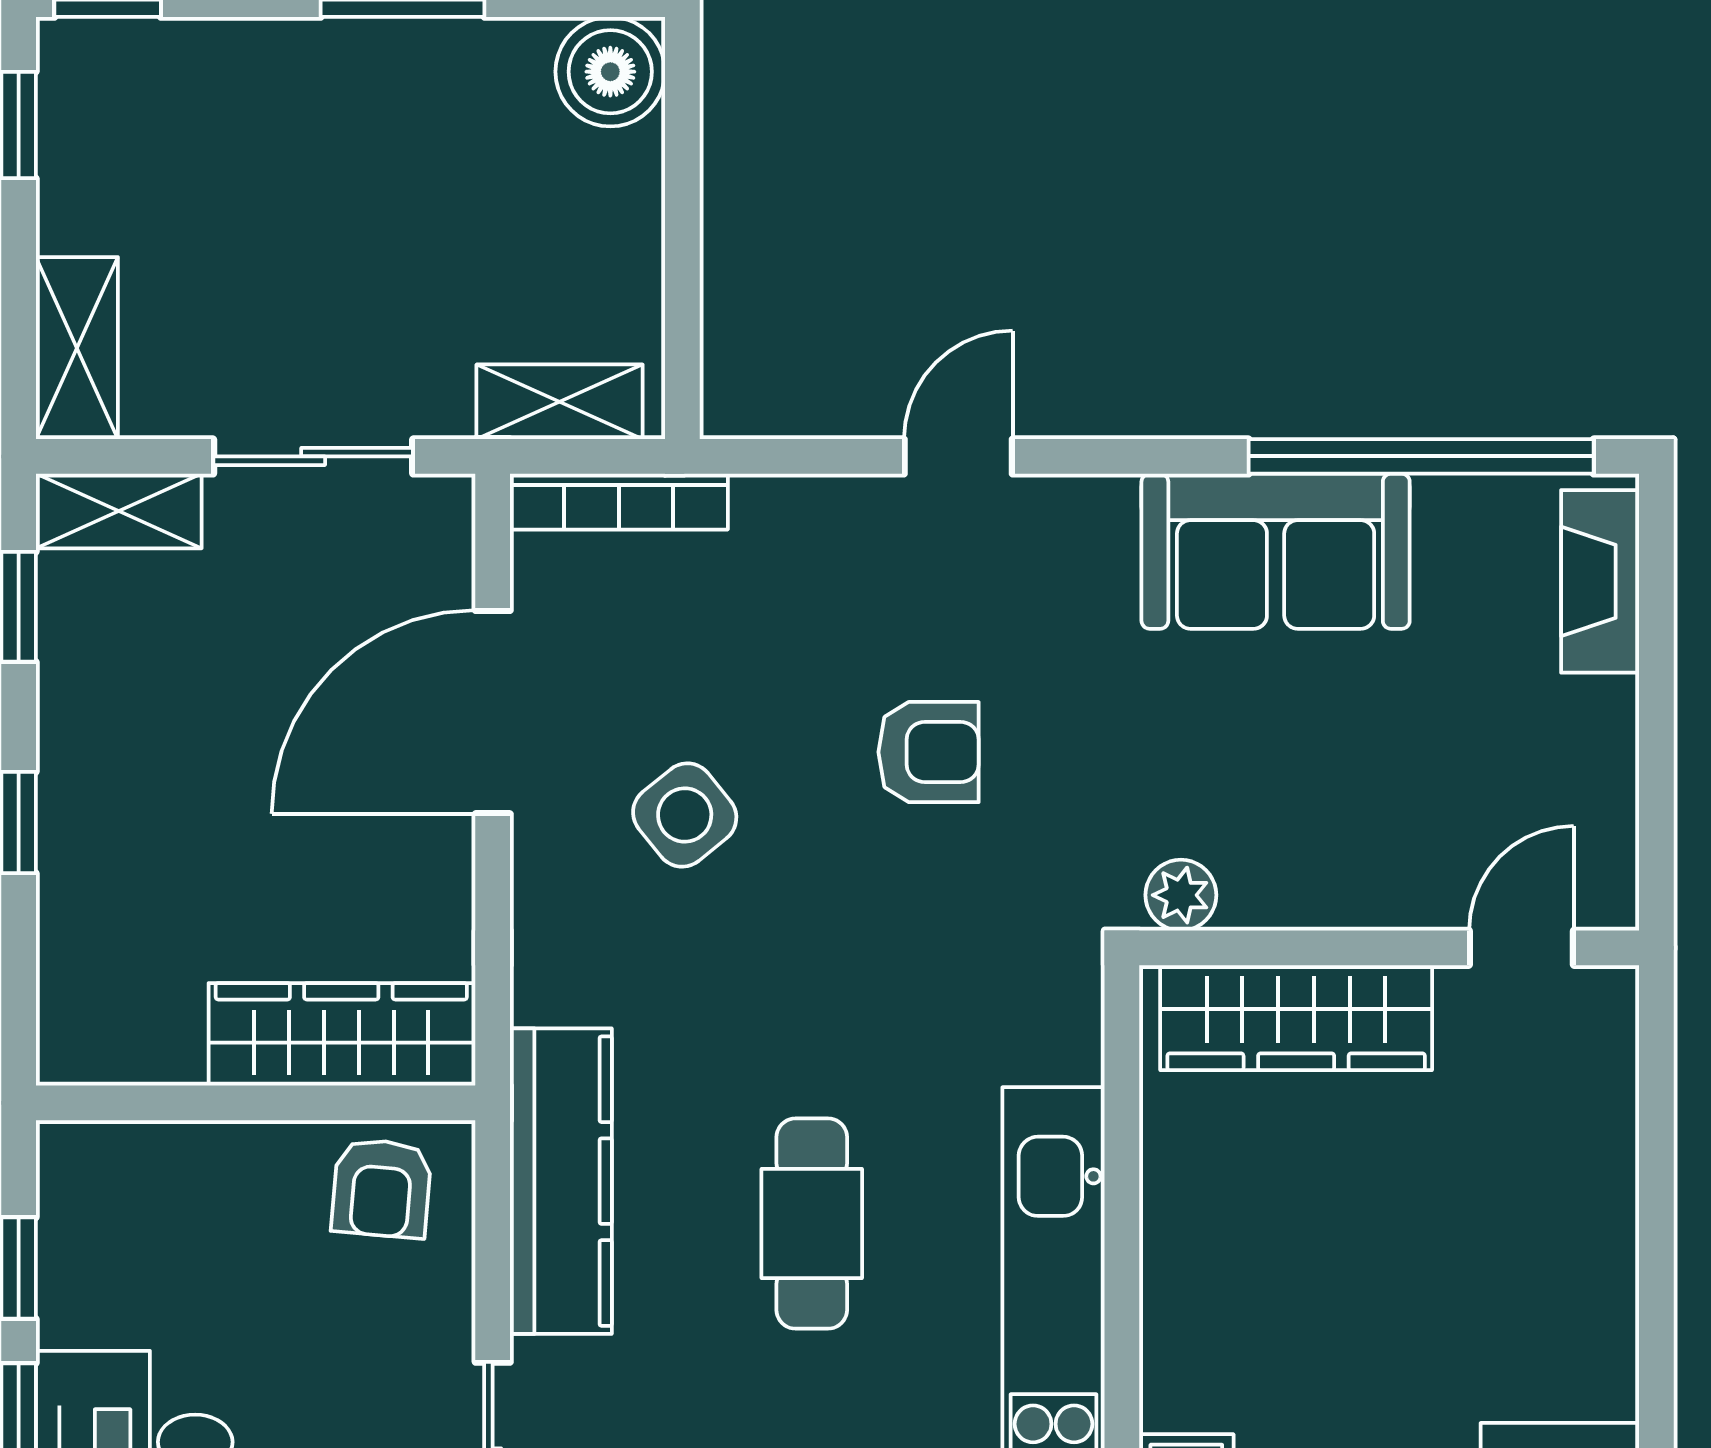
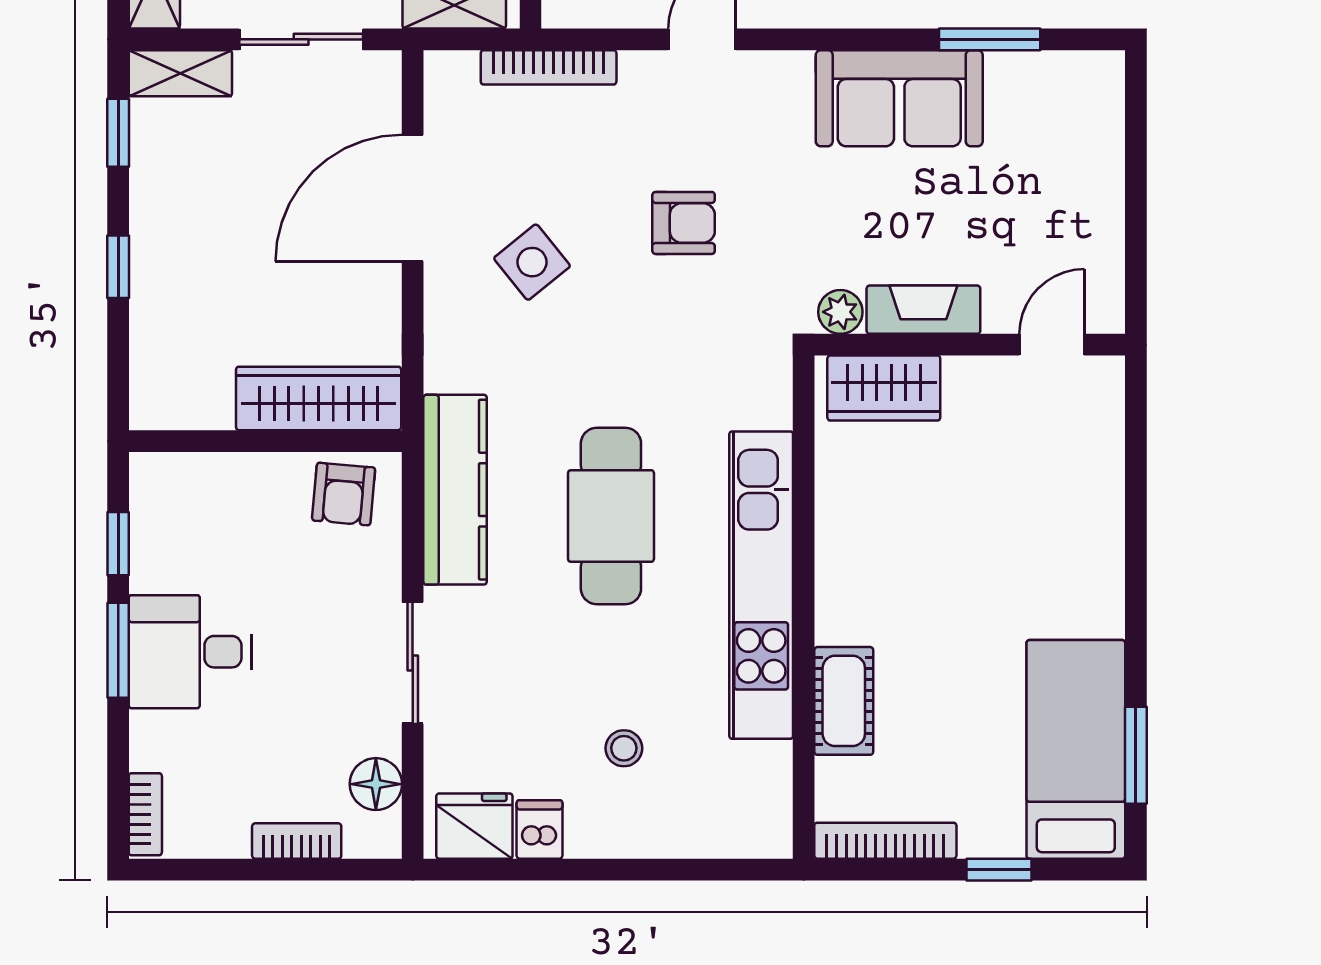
window: (1421, 456) -> (990, 39), width x0.47
bookcase: (619, 502) -> (549, 67), moved
fireplace: (1600, 581) -> (923, 310), moved, turned 90
wardrobe: (1296, 1018) -> (884, 388), width x0.67
cafe table: (812, 1224) -> (611, 516), width x1.37, depth x1.35

